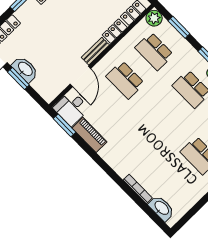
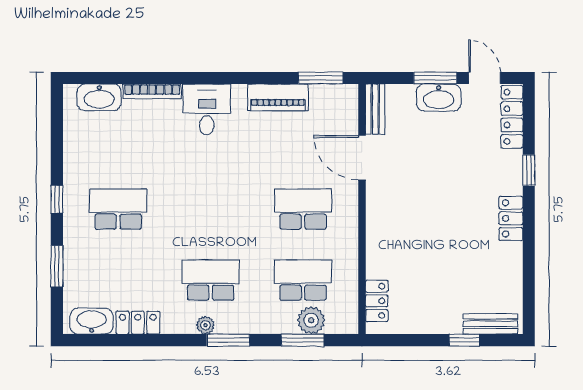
plant: (154, 18) -> (311, 320), moved
locker: (115, 31) -> (376, 255), removed
bench: (95, 51) -> (375, 109), moved
desk: (72, 107) -> (207, 109), moved

